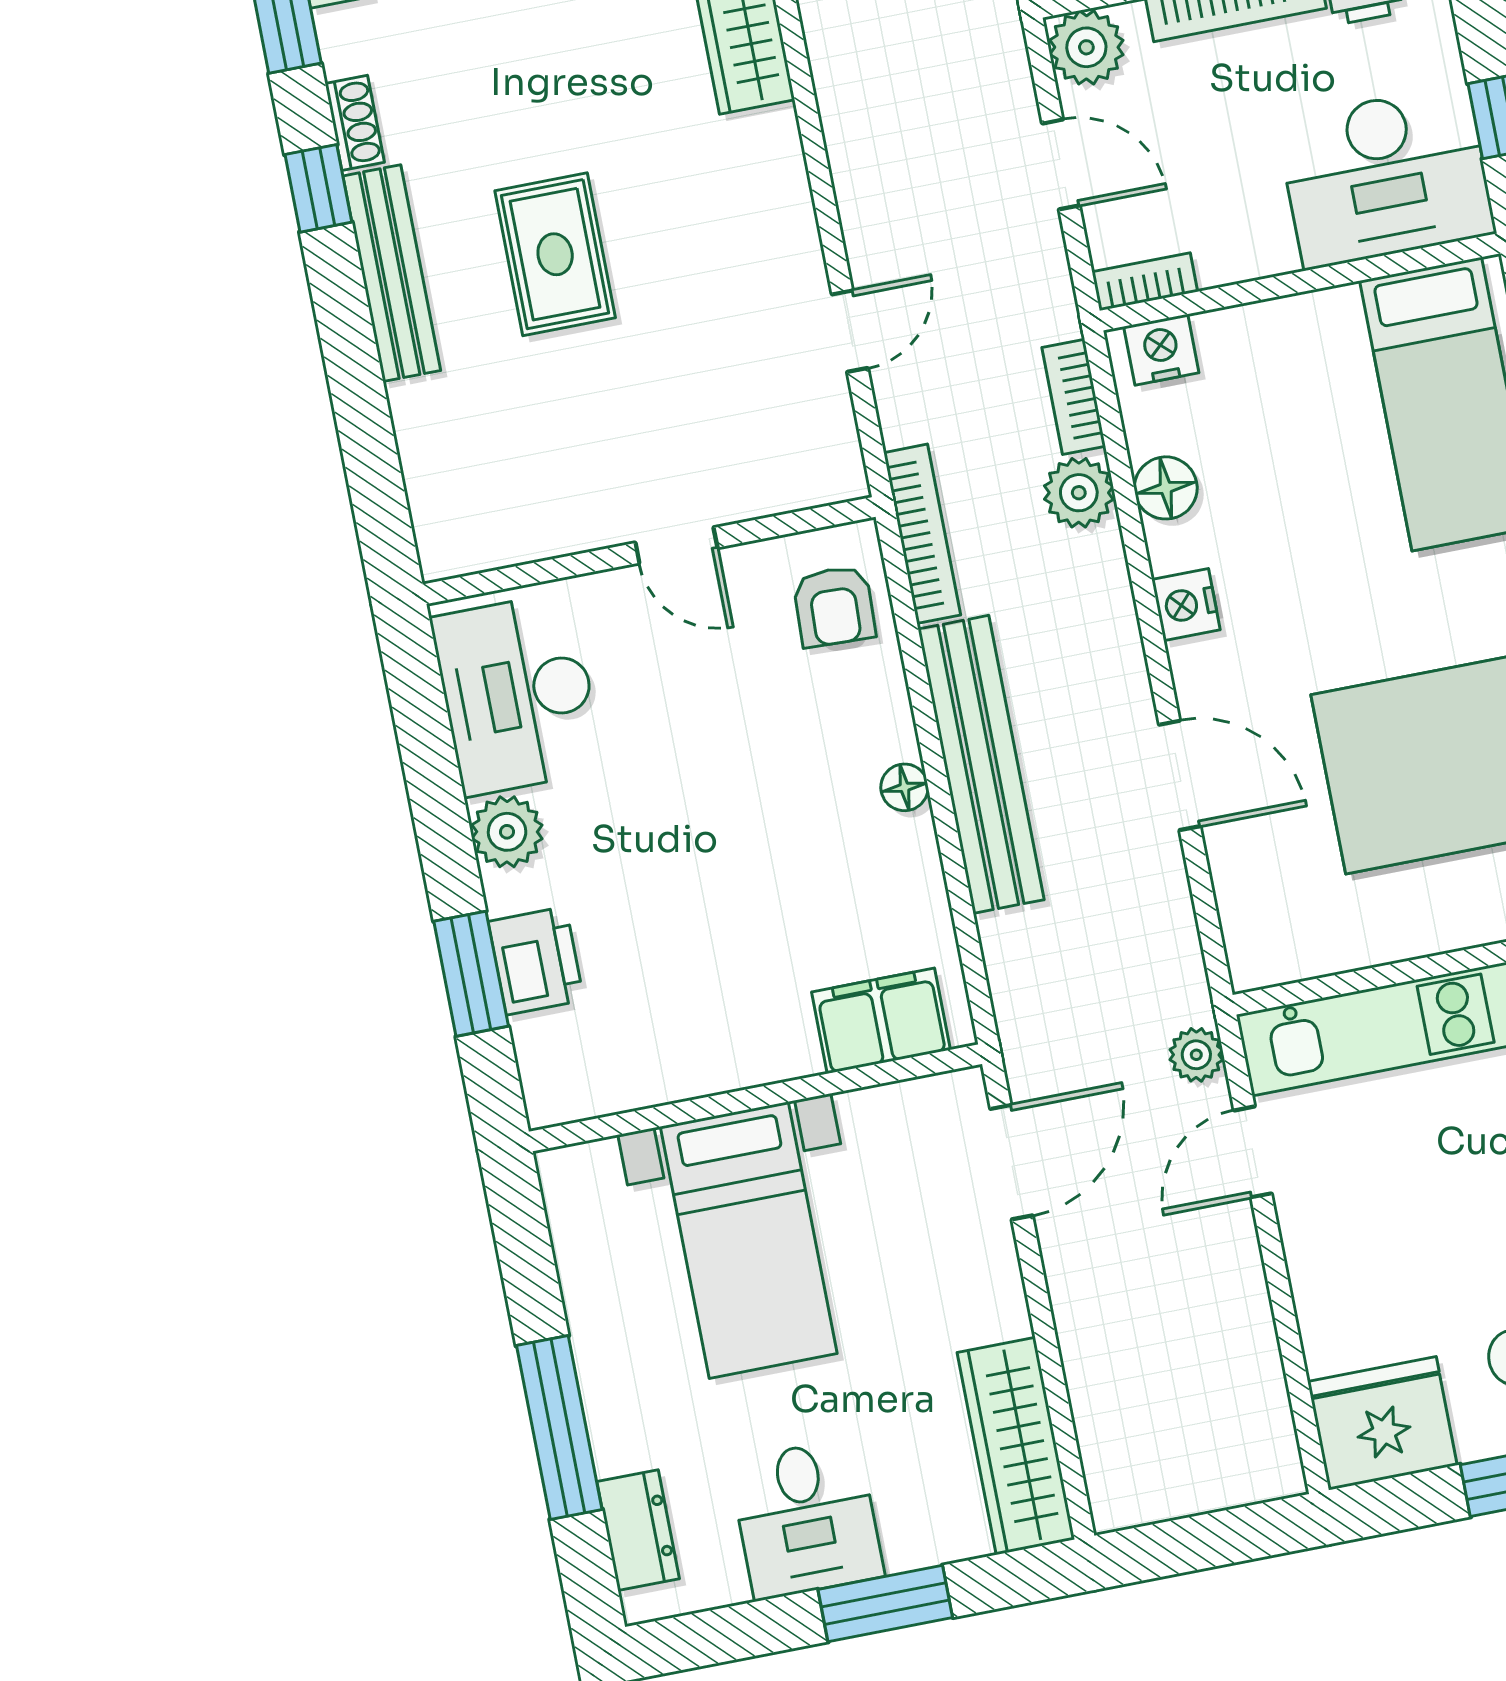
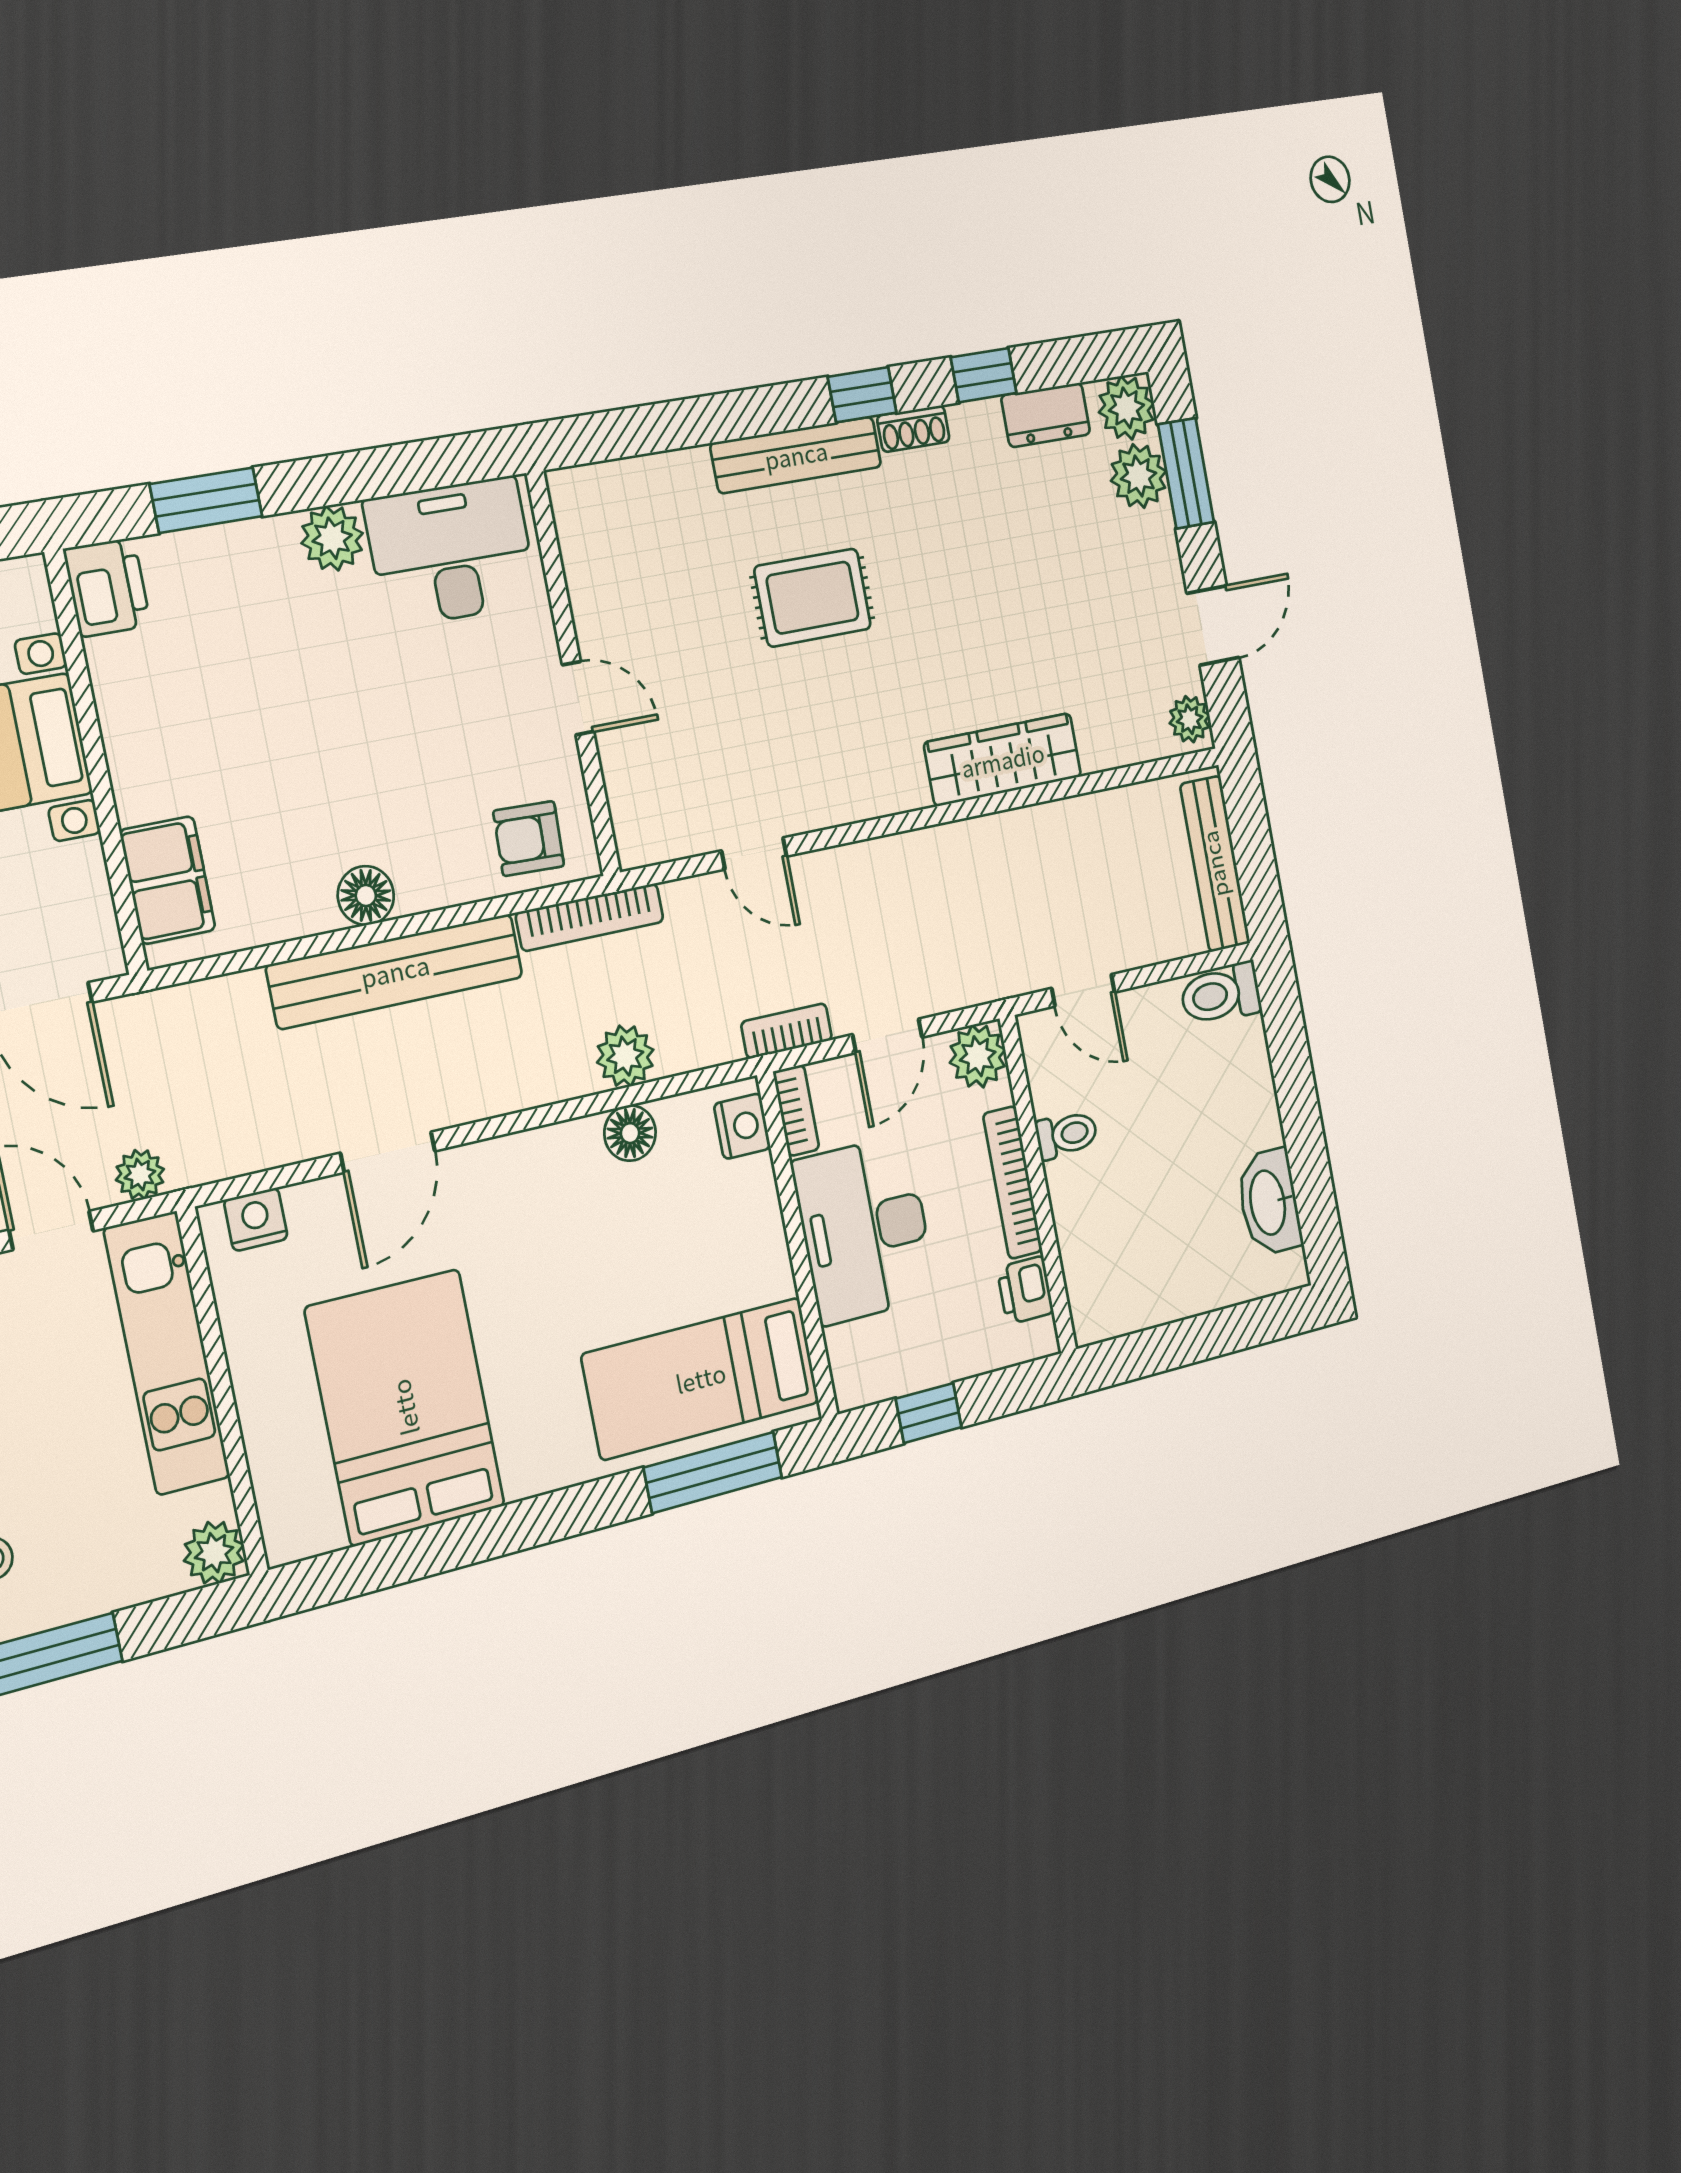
desk: (1386, 177) -> (865, 1230), moved
bookcase: (1074, 397) -> (787, 1031), moved
door: (676, 545) -> (578, 698), swing flipped
nightstand: (1186, 605) -> (256, 1219), moved
floor lamp: (904, 787) -> (366, 895), width x1.37, depth x1.37
printer: (536, 961) -> (107, 587), moved, turned -90

